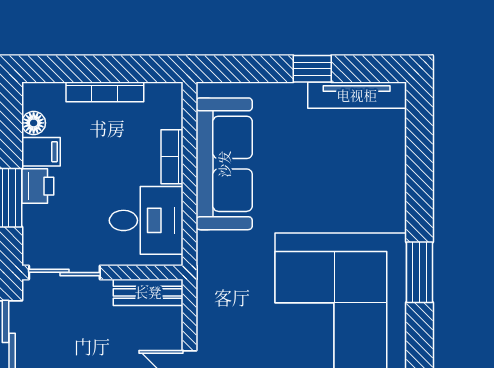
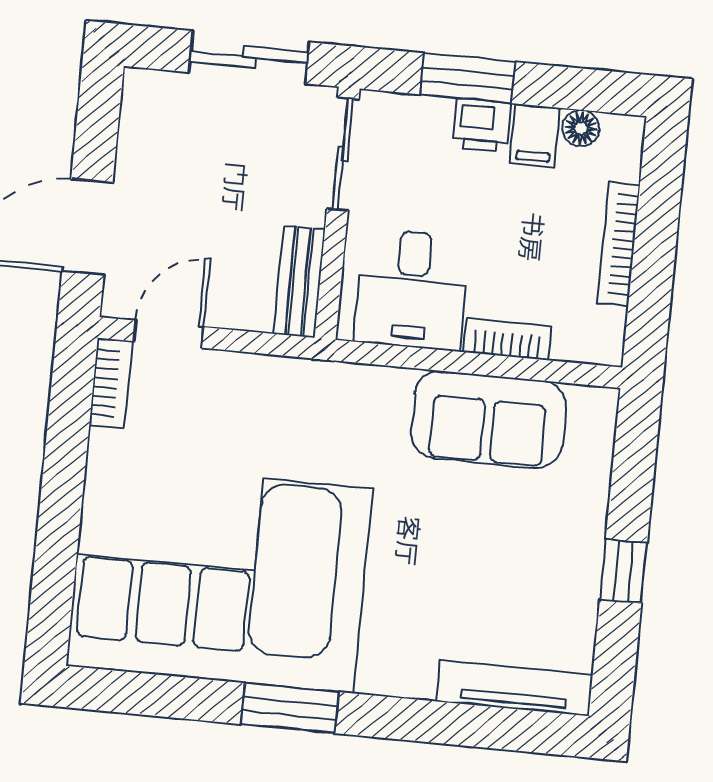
tv unit: (357, 95) -> (515, 688), moved, turned 90
sofa: (224, 164) -> (489, 419), width x0.73

